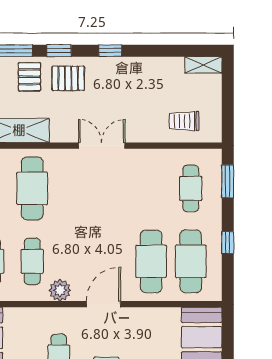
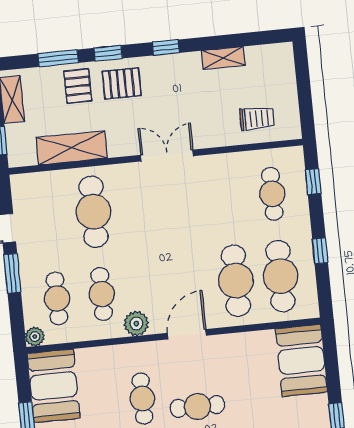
shelving: (203, 65) -> (223, 58), moved
trolley: (184, 121) -> (257, 119), turned 180
window: (228, 181) -> (313, 182), width x0.67

